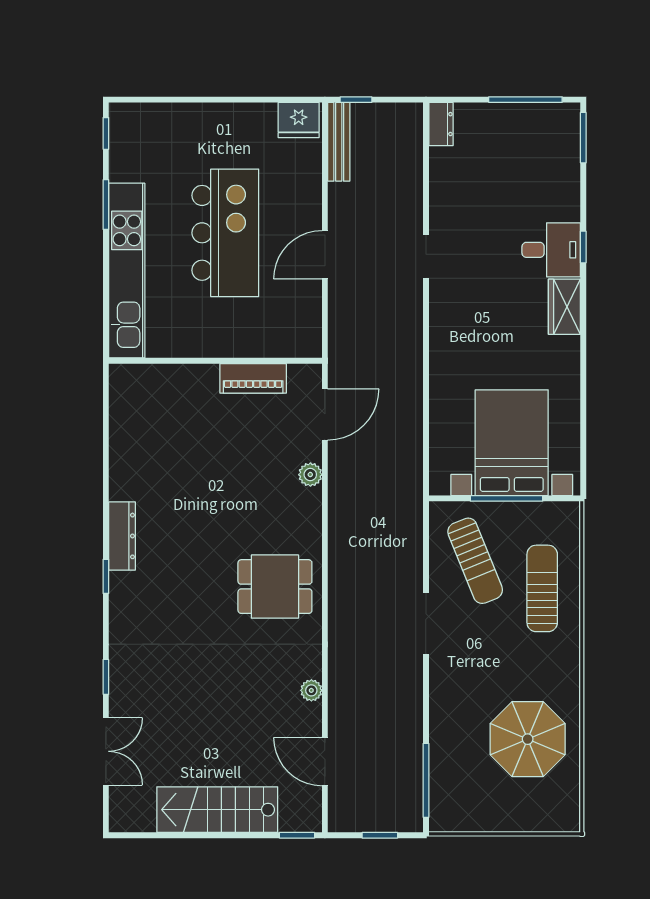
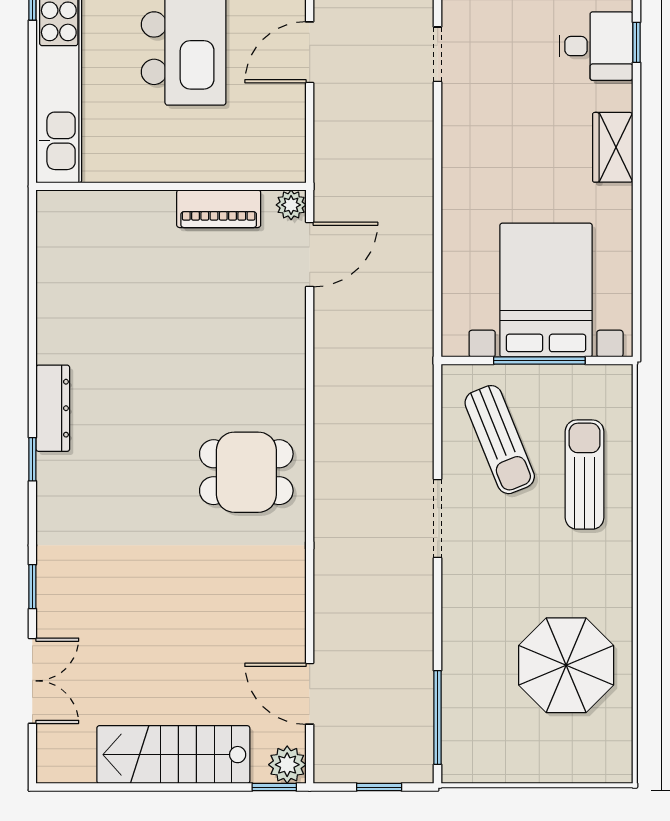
wardrobe: (564, 307) -> (613, 147), moved
plant: (310, 475) -> (291, 205), moved
plant: (311, 690) -> (287, 765), moved, width x1.38, depth x1.38

